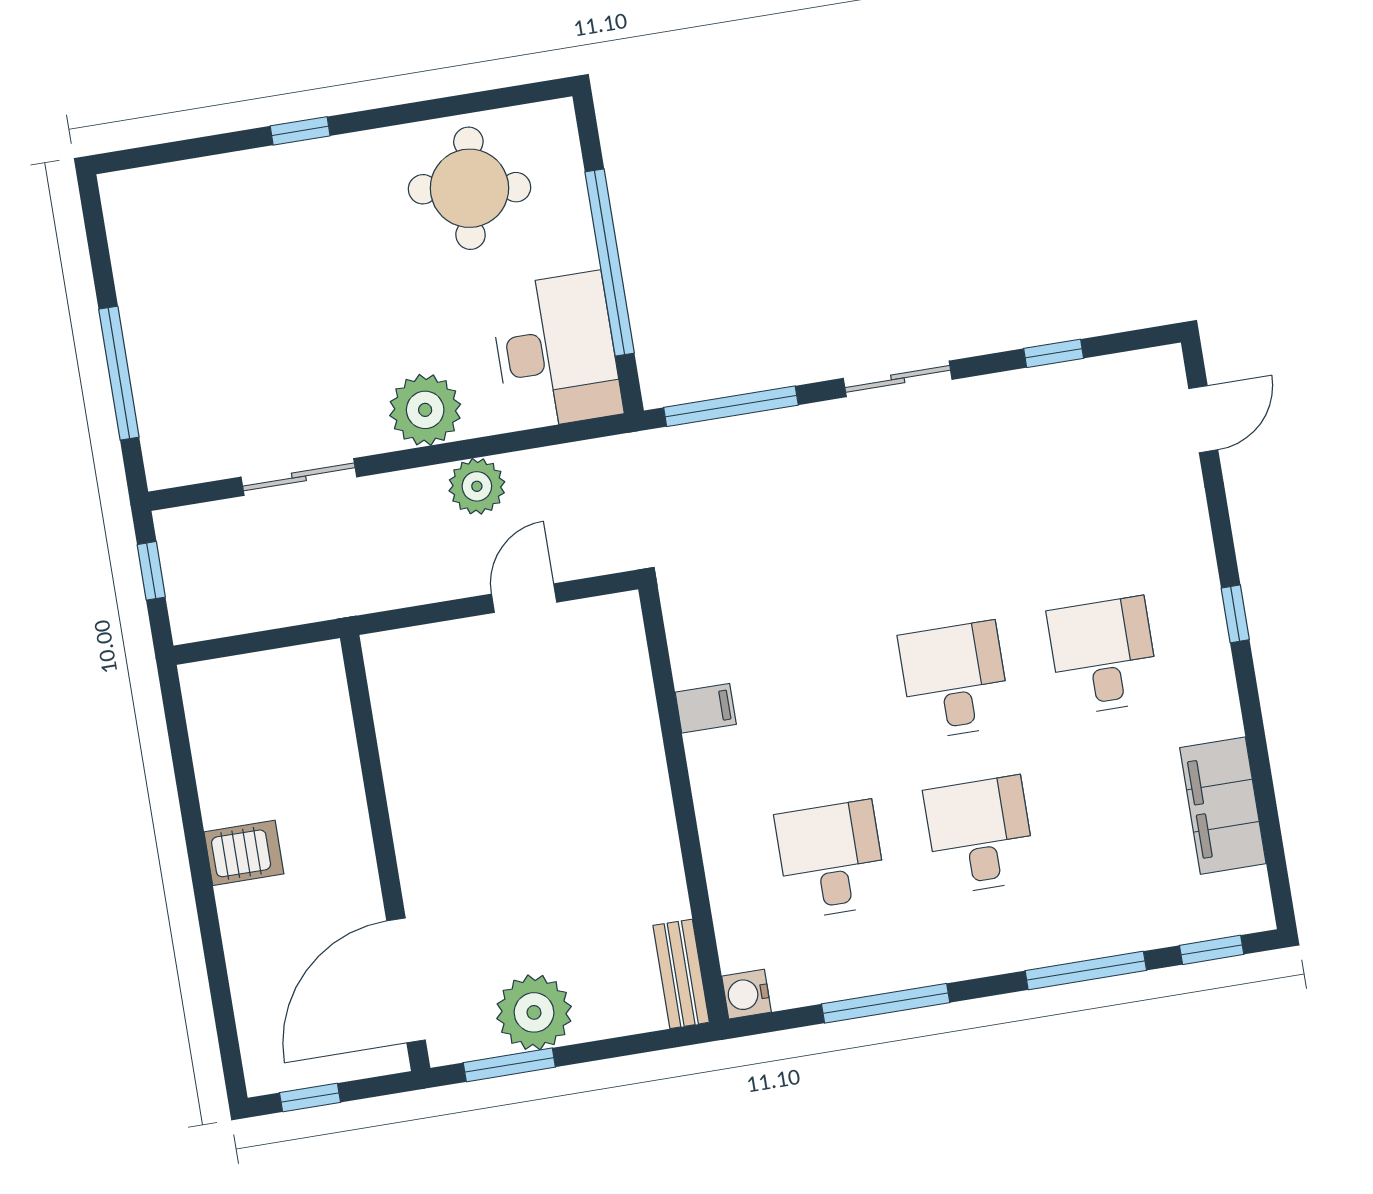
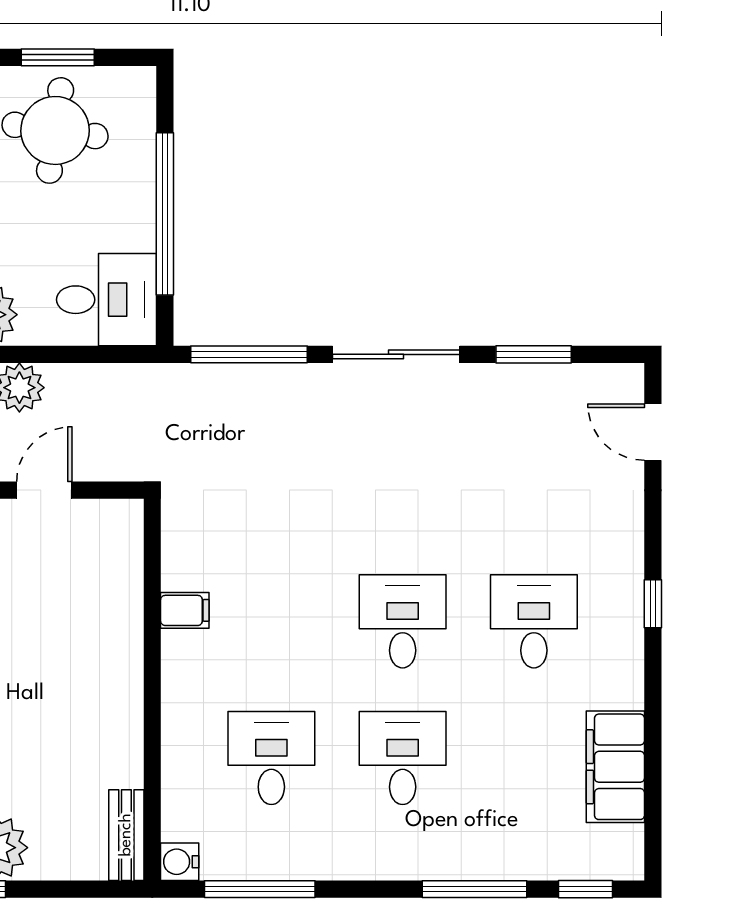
window: (459, 105) -> (58, 57), added
desk: (556, 351) -> (107, 300), width x0.73
window: (1054, 353) -> (534, 354), width x1.50
sliding door: (898, 379) -> (396, 354), width x1.37
door: (1203, 419) -> (653, 432), swing flipped
window: (886, 1003) -> (260, 889), moved

